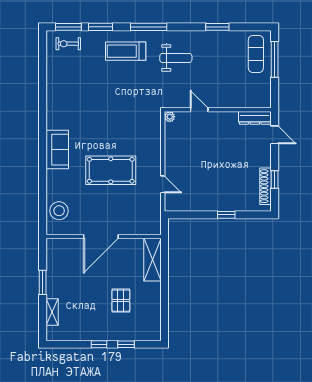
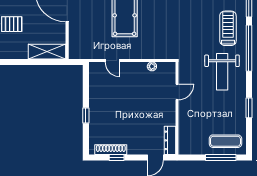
window: (149, 27) -> (249, 48), width x1.46
weight bench: (176, 58) -> (222, 72), width x1.36, depth x1.33
plant: (170, 117) -> (152, 66), moved
door: (163, 184) -> (112, 60), hinge flipped

